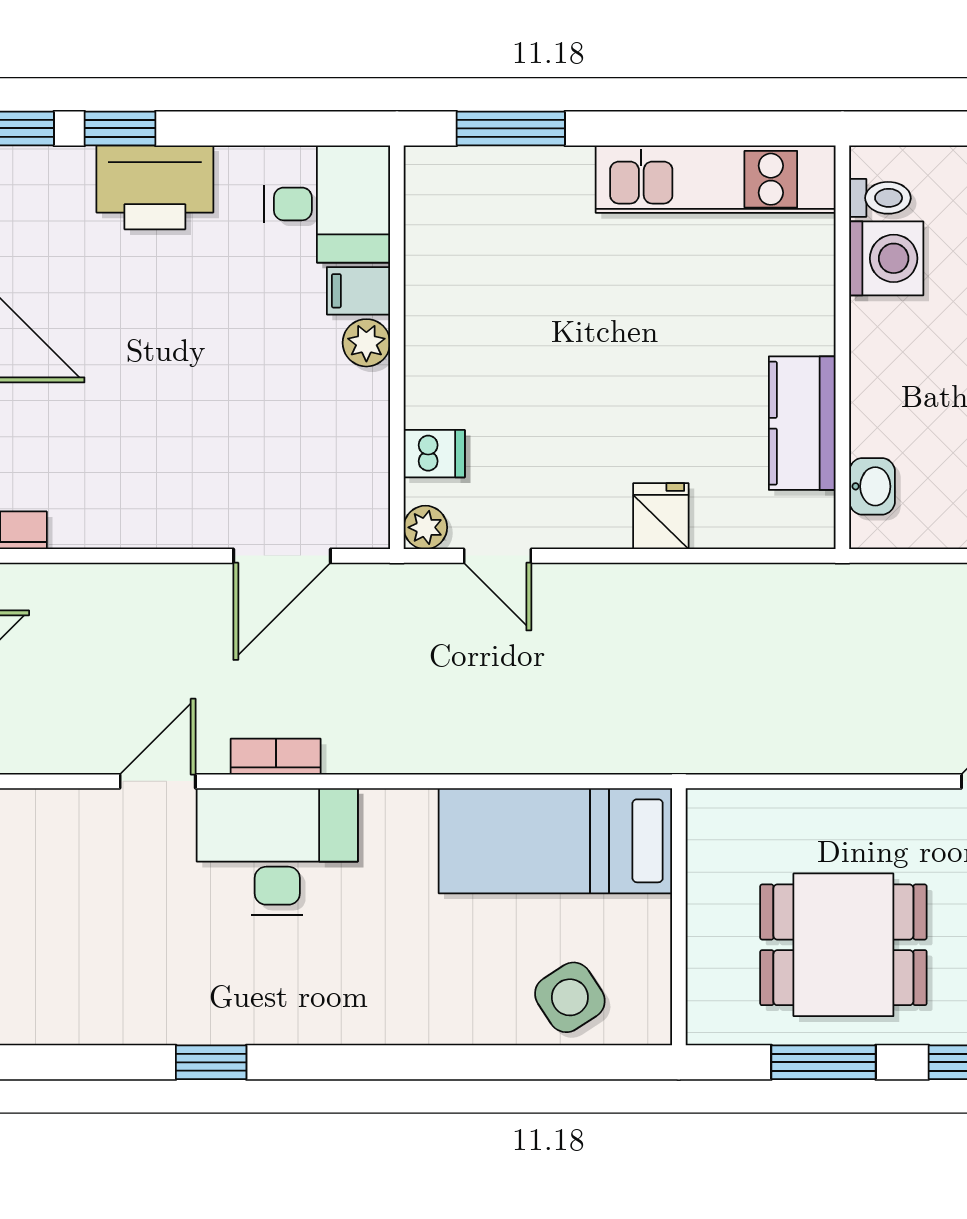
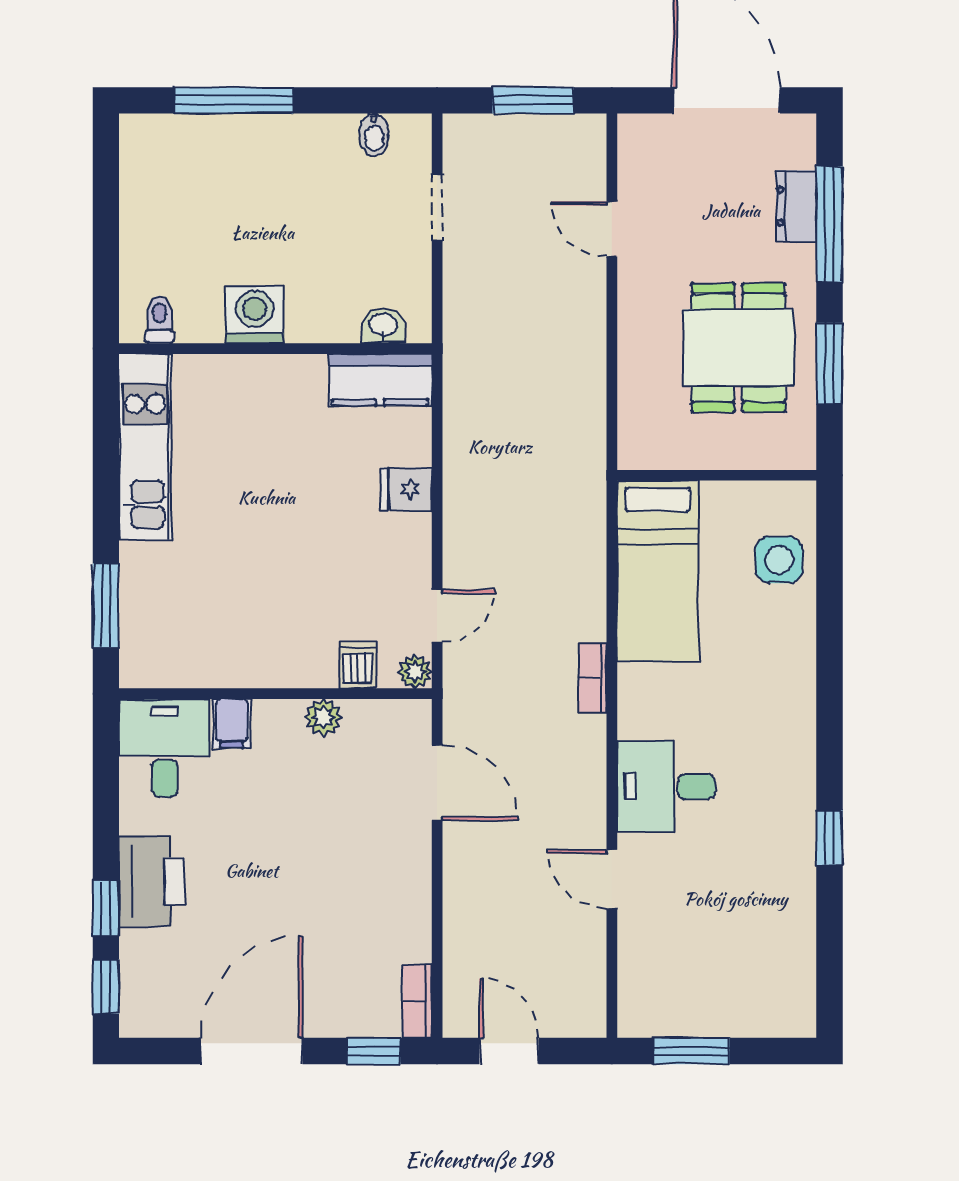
washing machine: (886, 258) -> (255, 315), moved
plant: (366, 343) -> (323, 717), moved
kitchen counter: (802, 423) -> (380, 380), moved
bookcase: (276, 757) -> (593, 678), moved
desk: (277, 852) -> (666, 786), width x0.73
side table: (570, 997) -> (779, 560), turned 33

